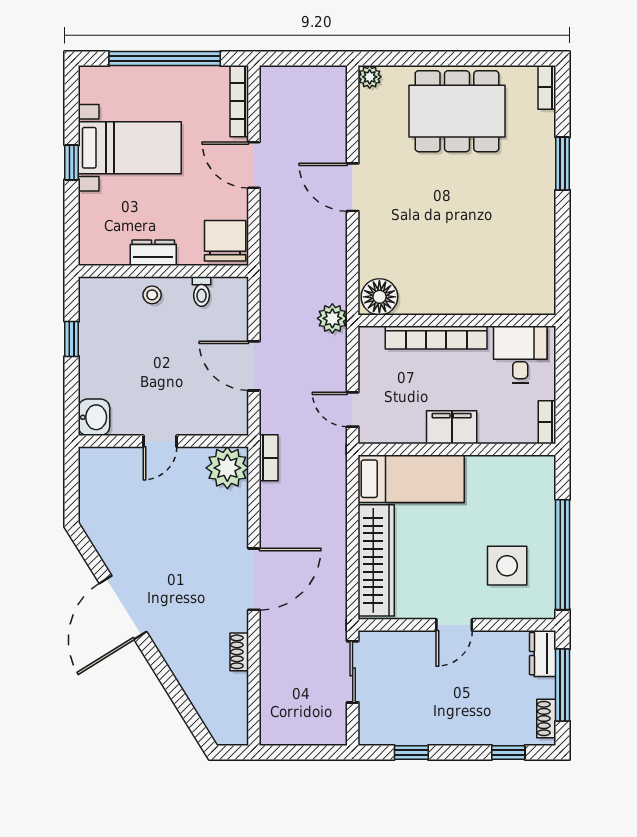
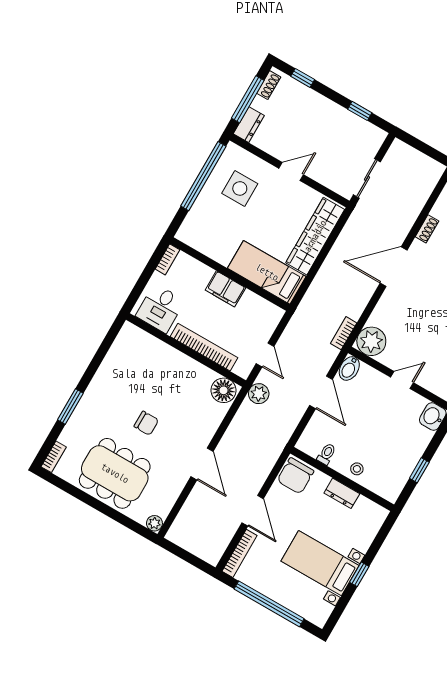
chair: (454, 198) -> (146, 423), added
door: (353, 409) -> (265, 355), moved
bidet: (236, 417) -> (349, 368), added

